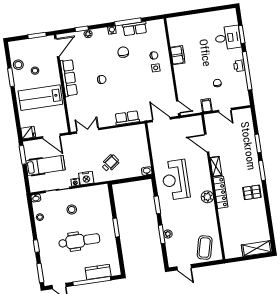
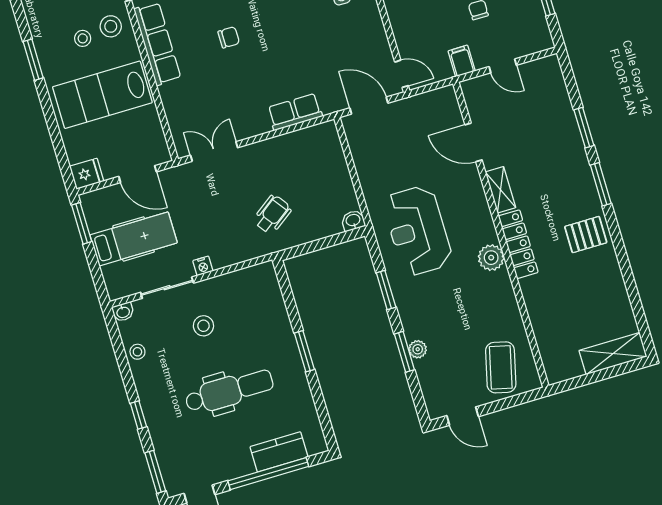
stool: (18, 65) -> (111, 26), moved
nightstand: (86, 178) -> (225, 254), removed

